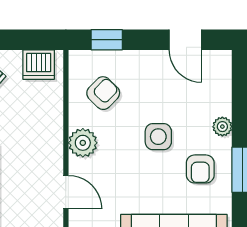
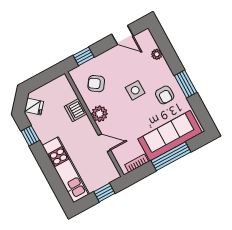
dishwasher: (39, 65) -> (76, 110), moved, turned 90
armchair: (103, 93) -> (96, 84), turned -99
plant: (222, 127) -> (157, 54), moved

